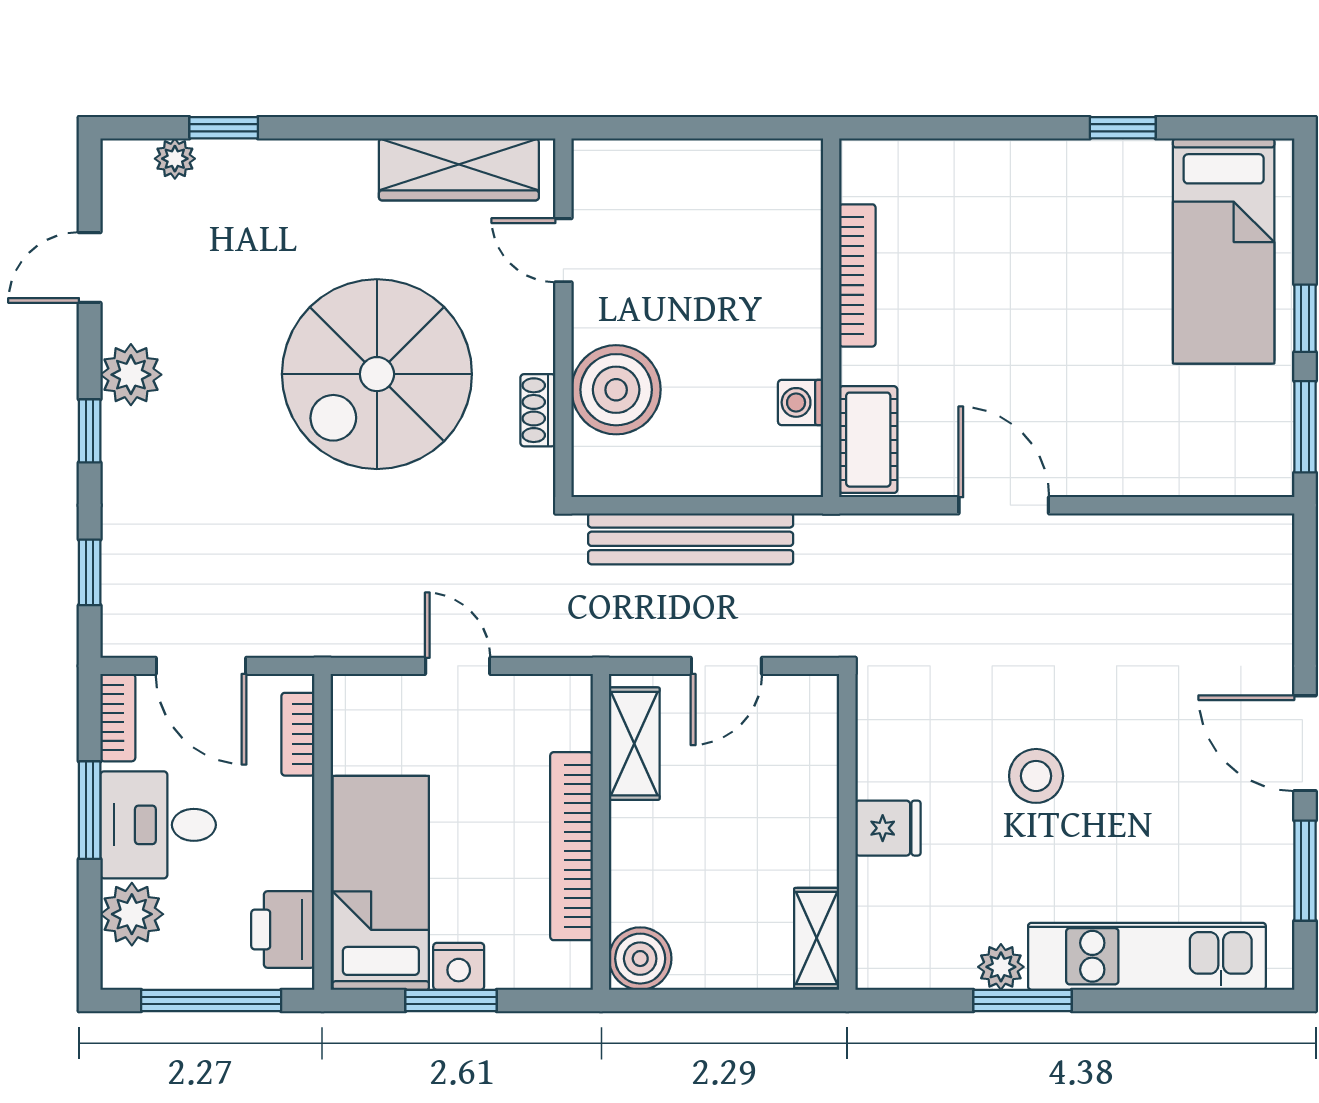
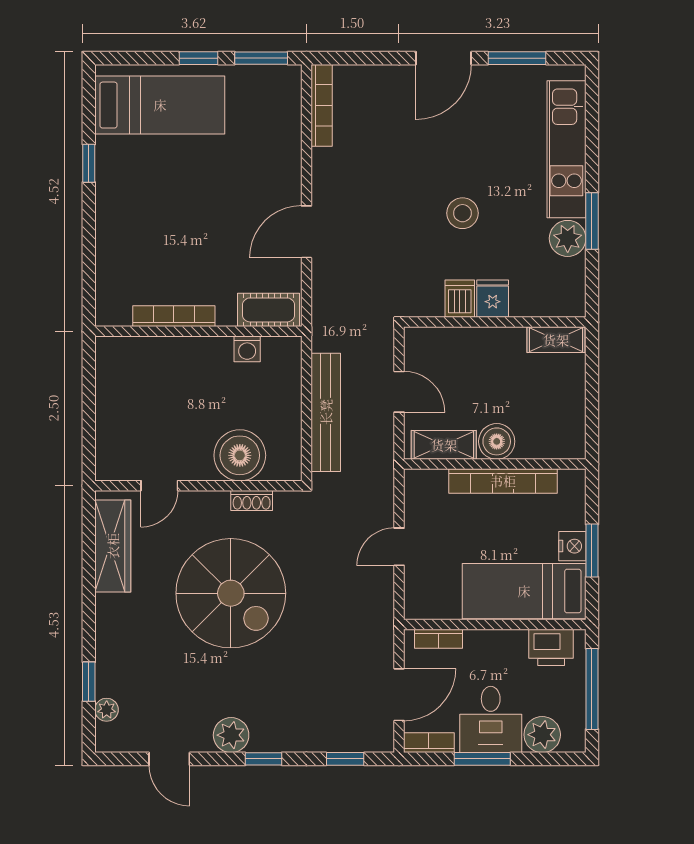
bookcase: (1223, 532) -> (322, 105), added
dishwasher: (888, 771) -> (460, 299), added
boiler: (640, 959) -> (497, 441), moved
plant: (1001, 967) -> (568, 238), width x1.38, depth x1.38

